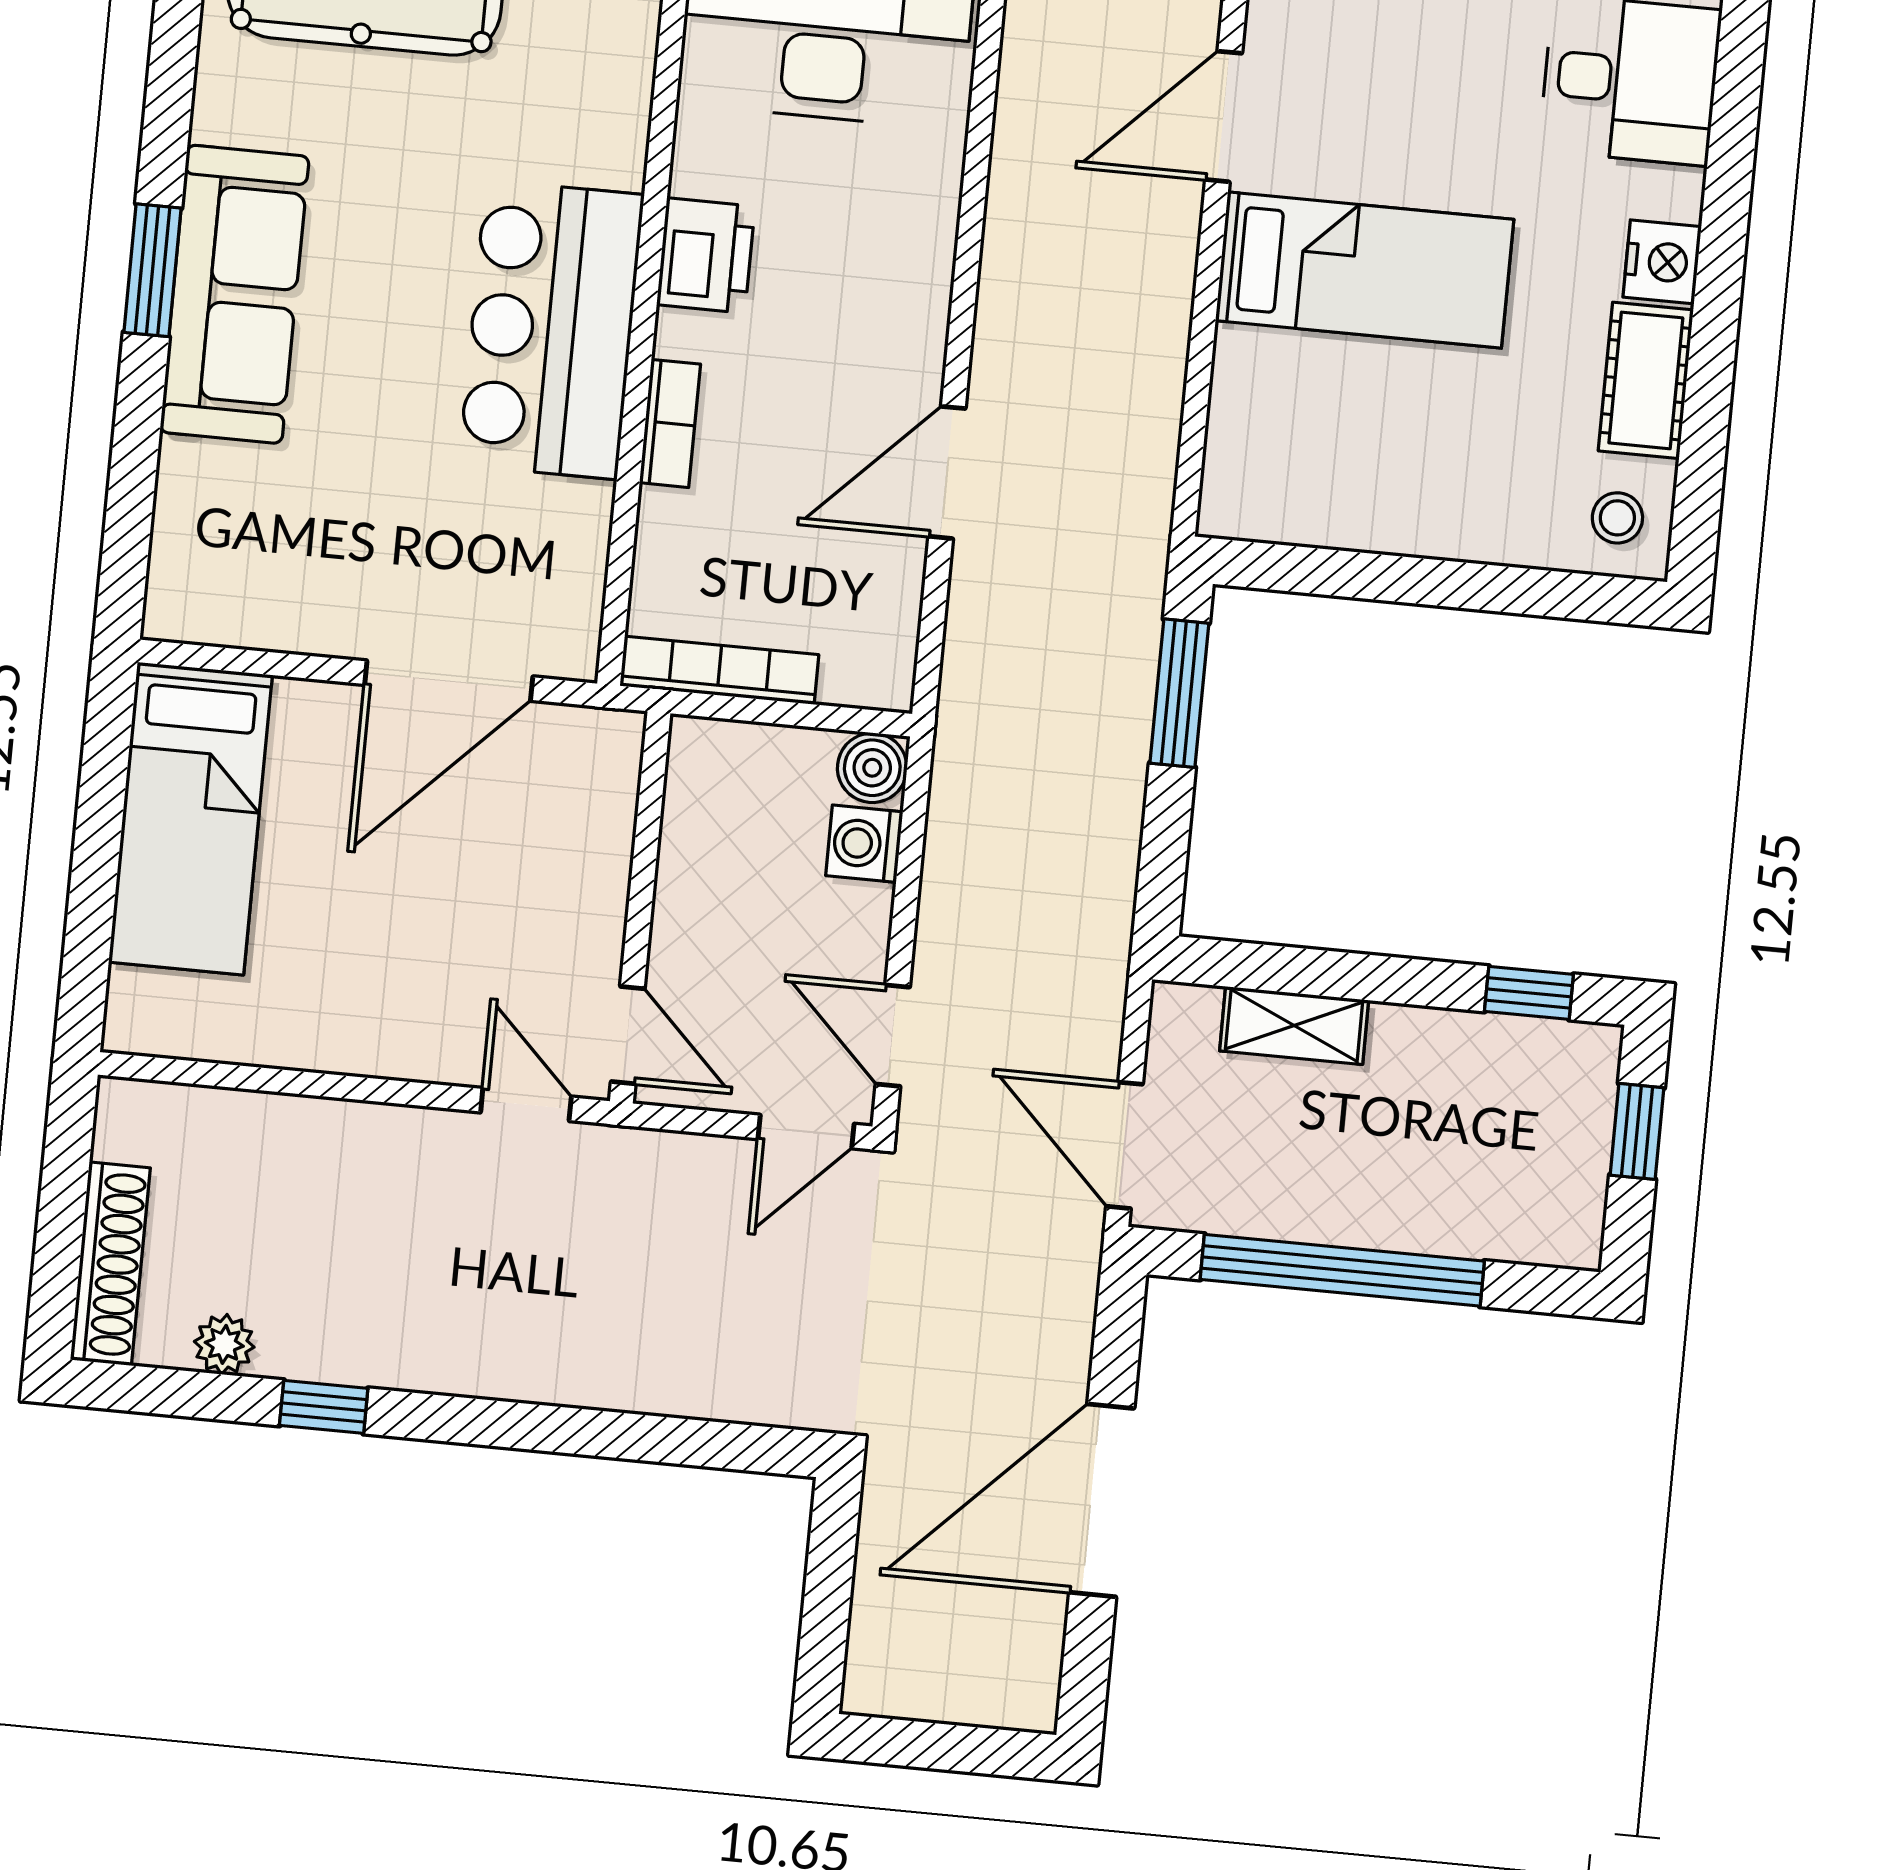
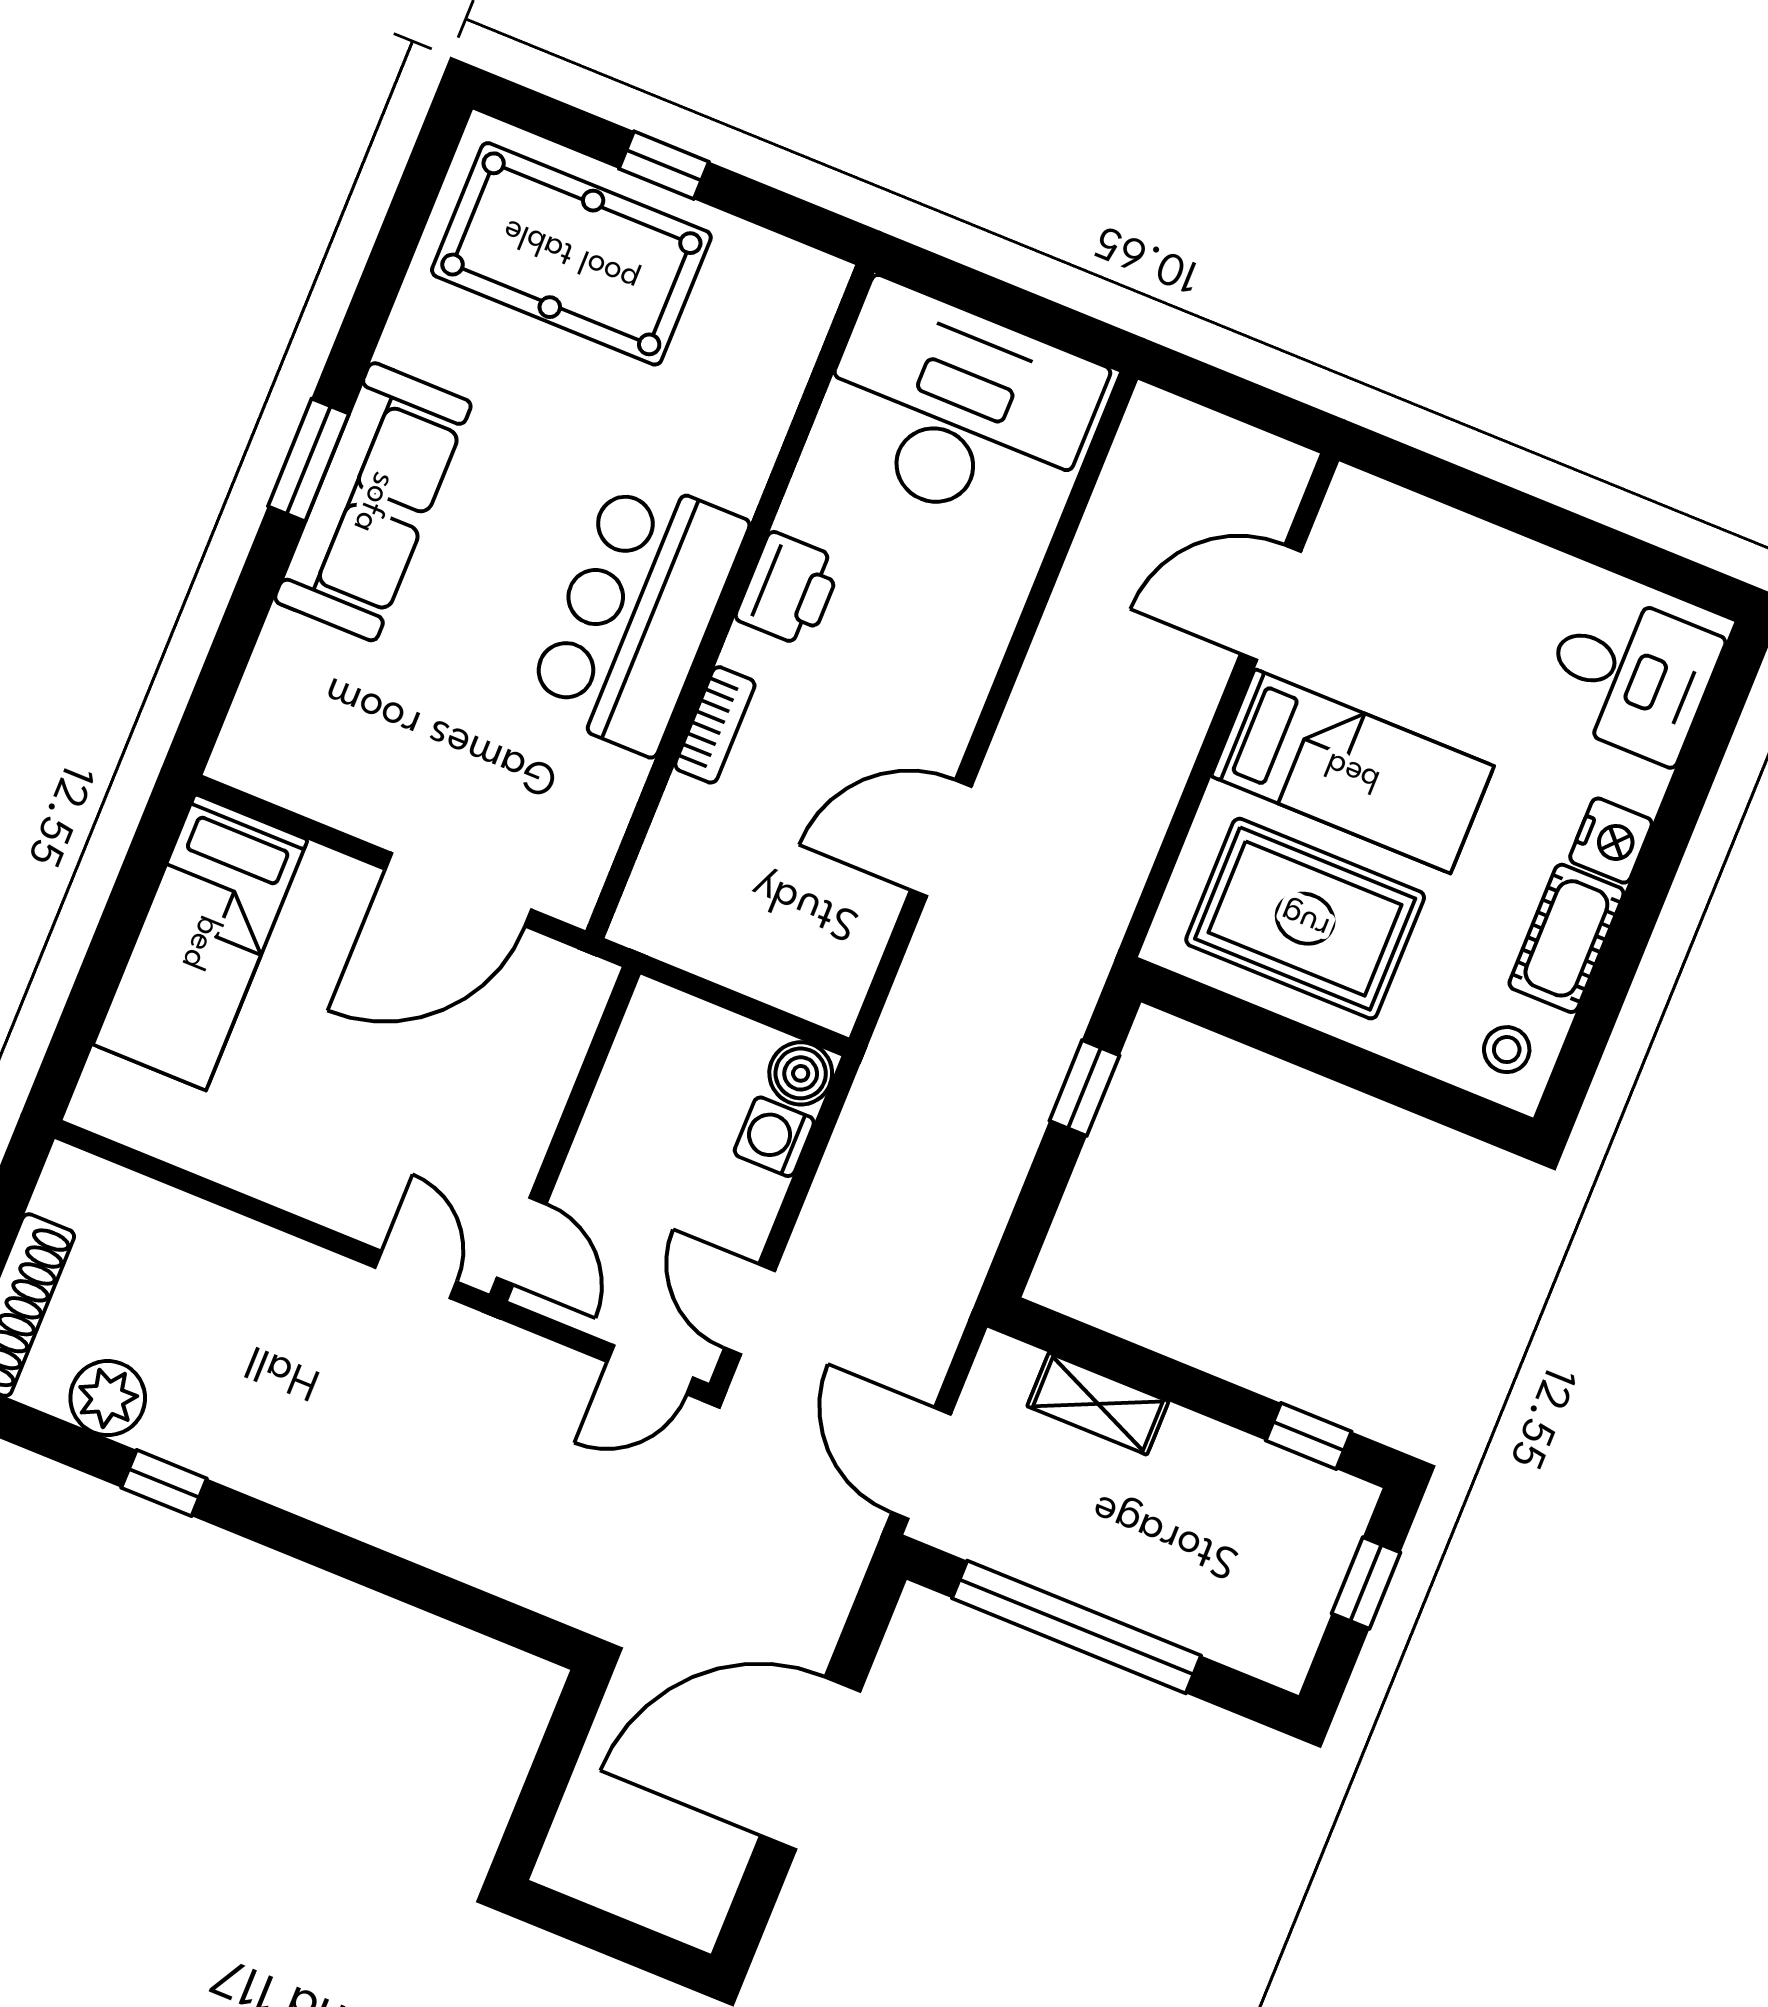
rug: (1361, 442) -> (1305, 919), added
bookcase: (719, 670) -> (694, 950), removed
window: (1179, 693) -> (1084, 1088), width x0.67
plant: (224, 1344) -> (108, 1398), width x1.38, depth x1.38

